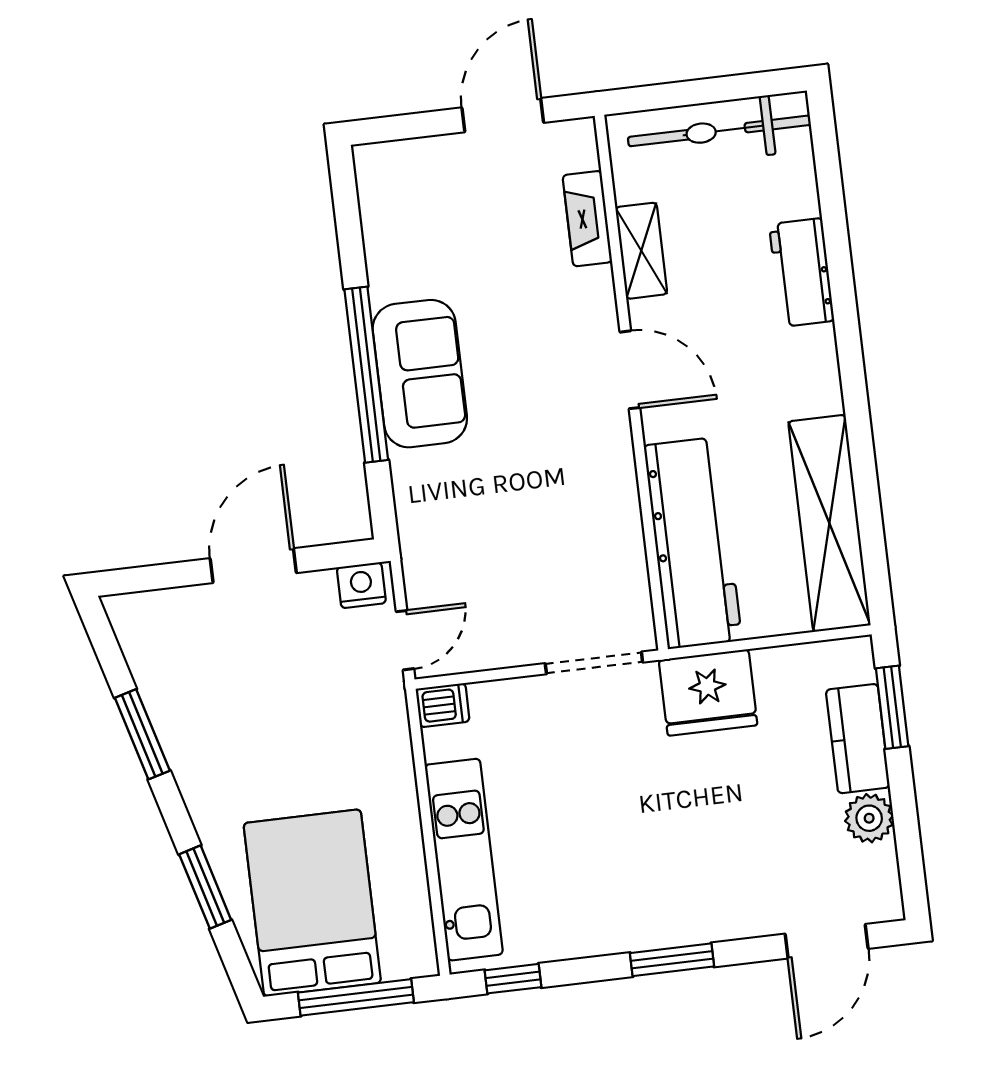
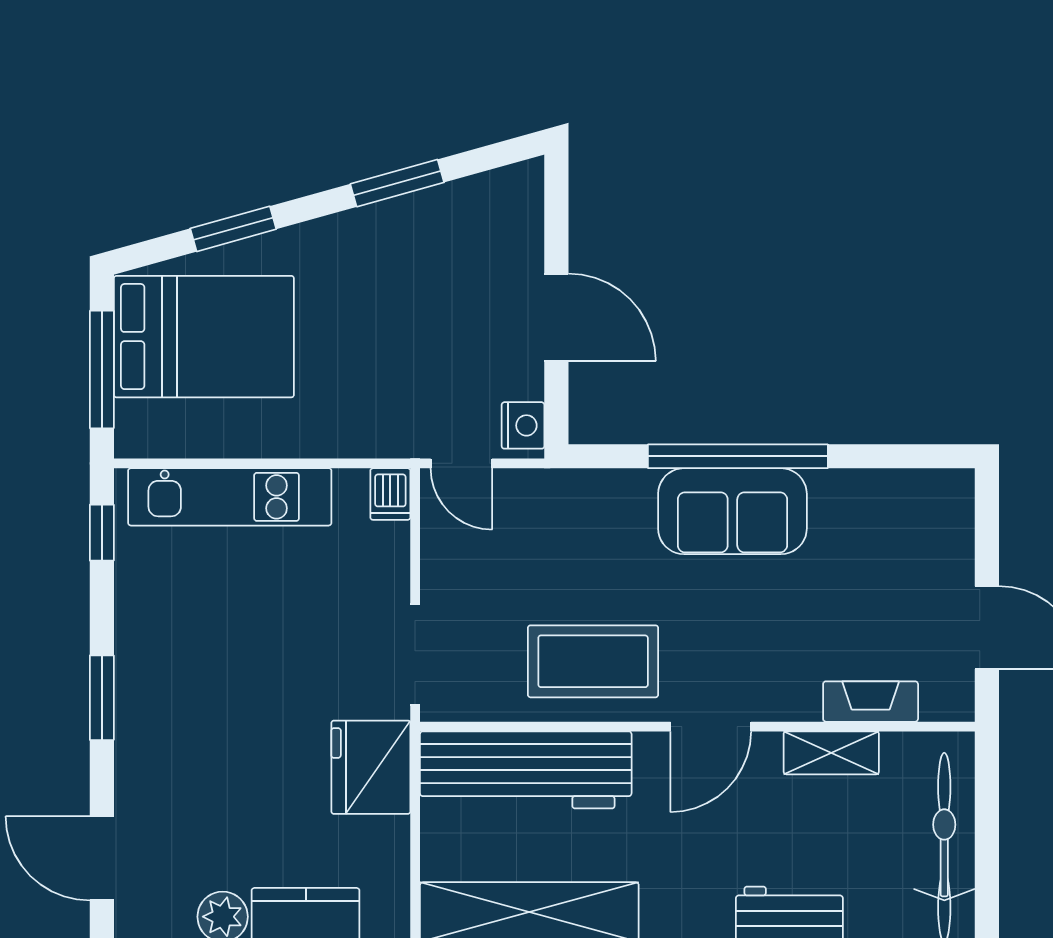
coffee table: (580, 491) -> (593, 661), added

